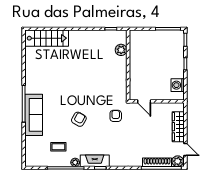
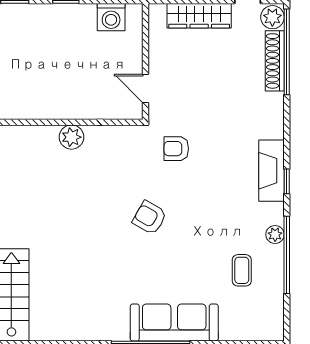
plant: (121, 50) -> (72, 137), moved
door: (144, 101) -> (146, 88), swing flipped
armchair: (79, 119) -> (150, 218), moved
fireplace: (95, 161) -> (271, 171), moved

